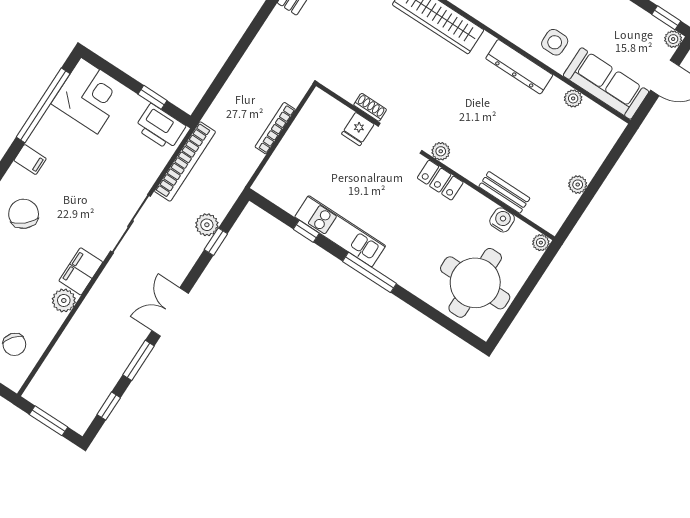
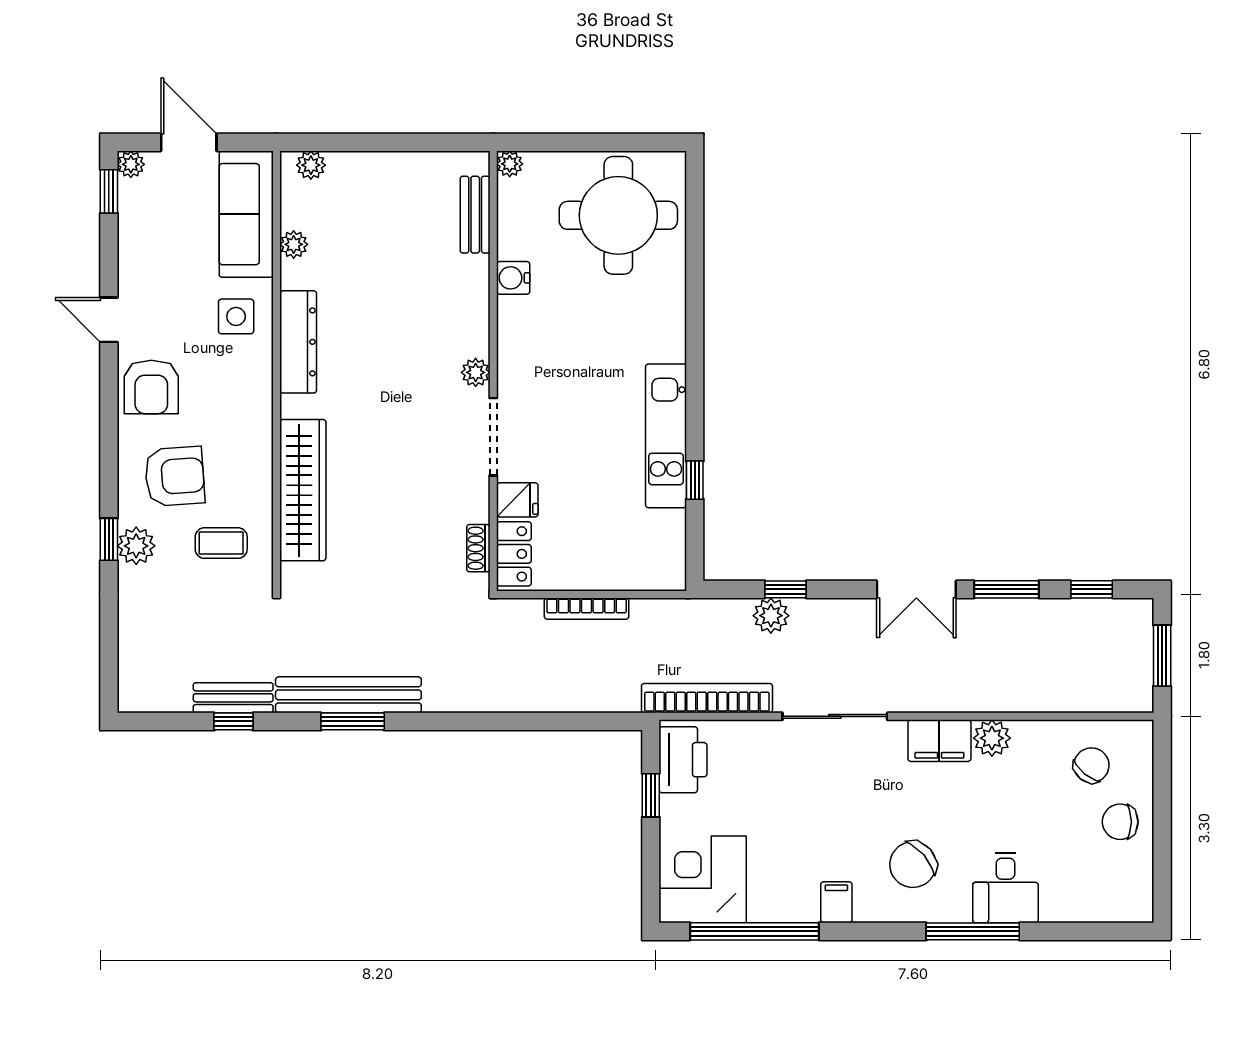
shoe rack: (370, 107) -> (478, 548), moved
locker: (440, 180) -> (514, 554), moved
plant: (578, 185) -> (311, 165), moved
bench: (504, 192) -> (475, 215), moved
water cooler: (502, 220) -> (513, 278), moved
window: (369, 272) -> (695, 362), removed

